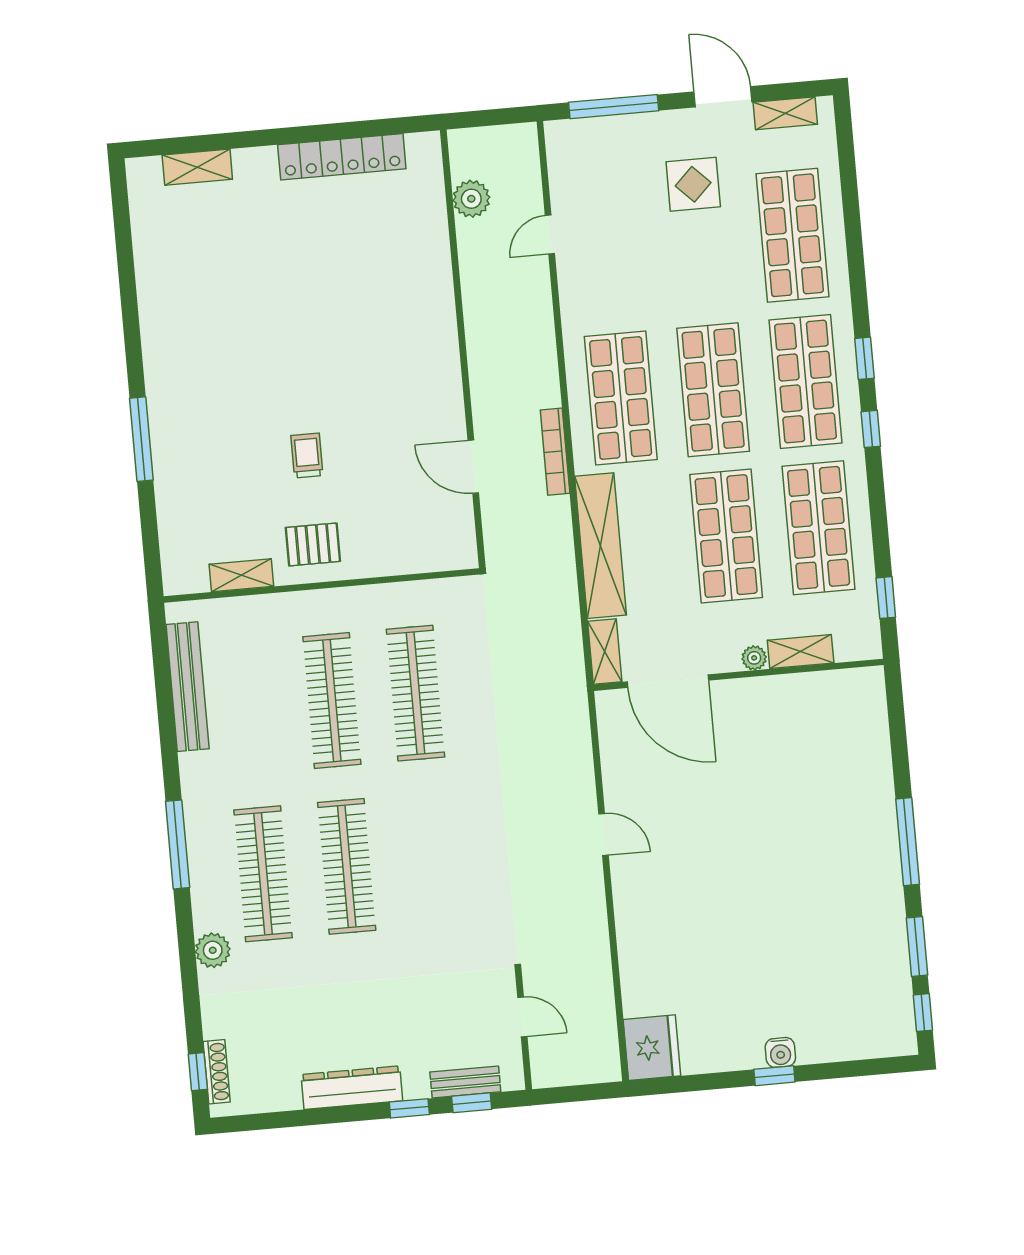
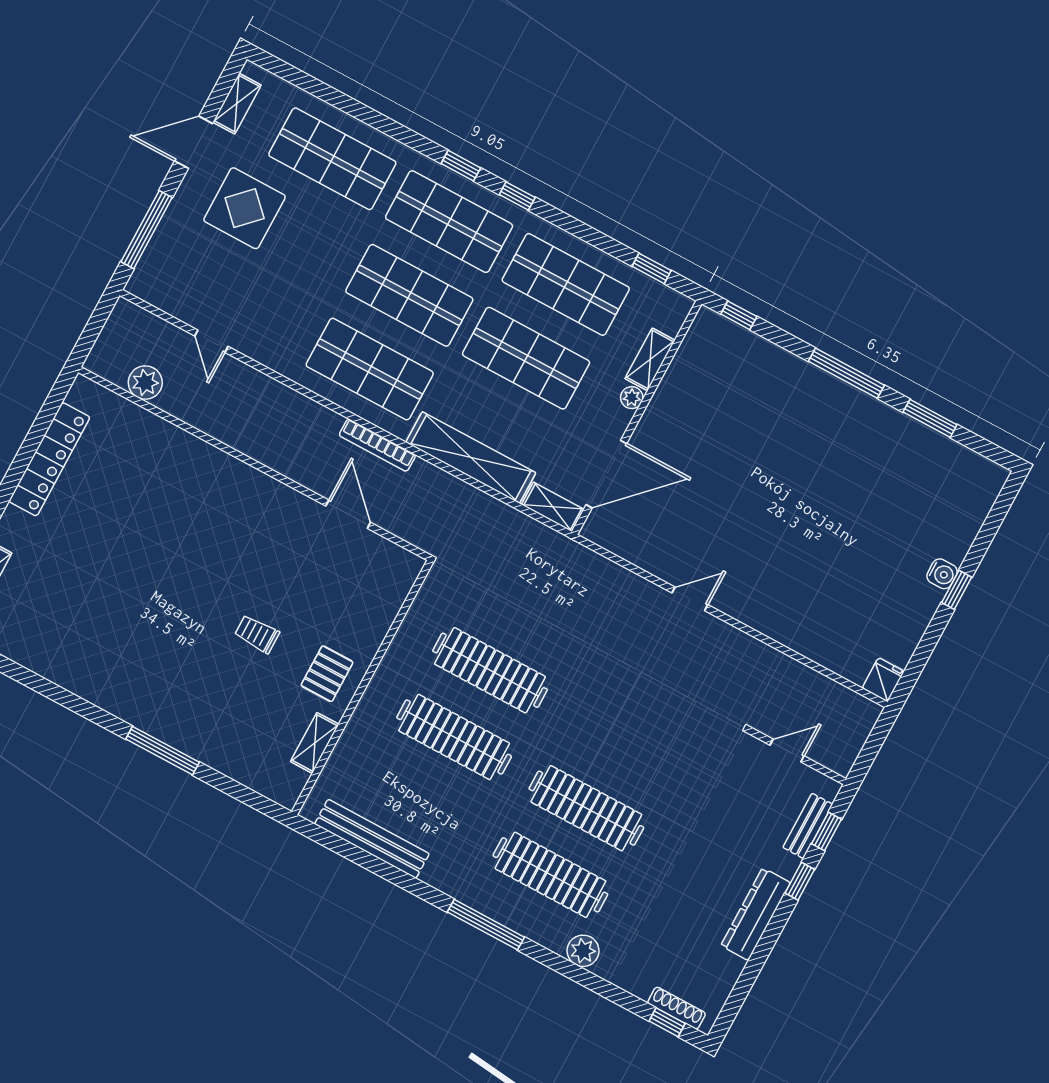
display table: (693, 184) -> (245, 208), width x1.36, depth x1.36
door: (473, 467) -> (348, 514), swing flipped
window: (923, 1013) -> (739, 315), moved
fridge: (652, 1048) -> (883, 680), width x0.53, depth x0.75

